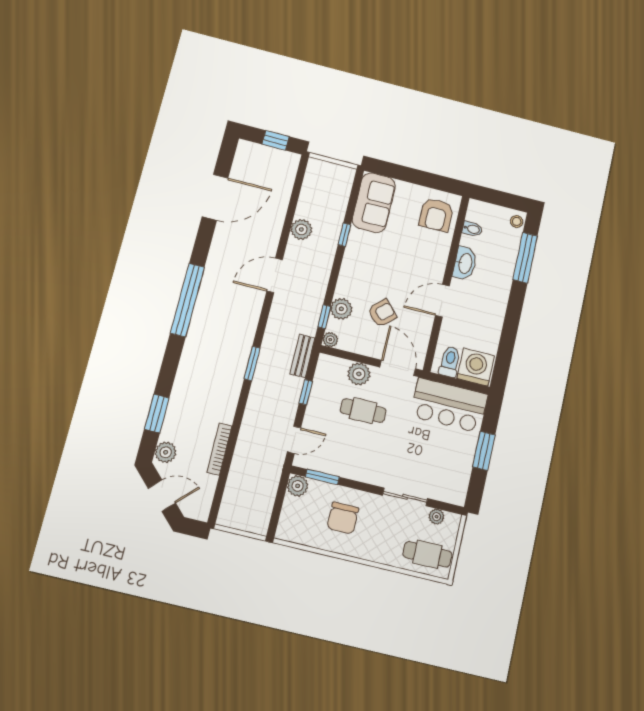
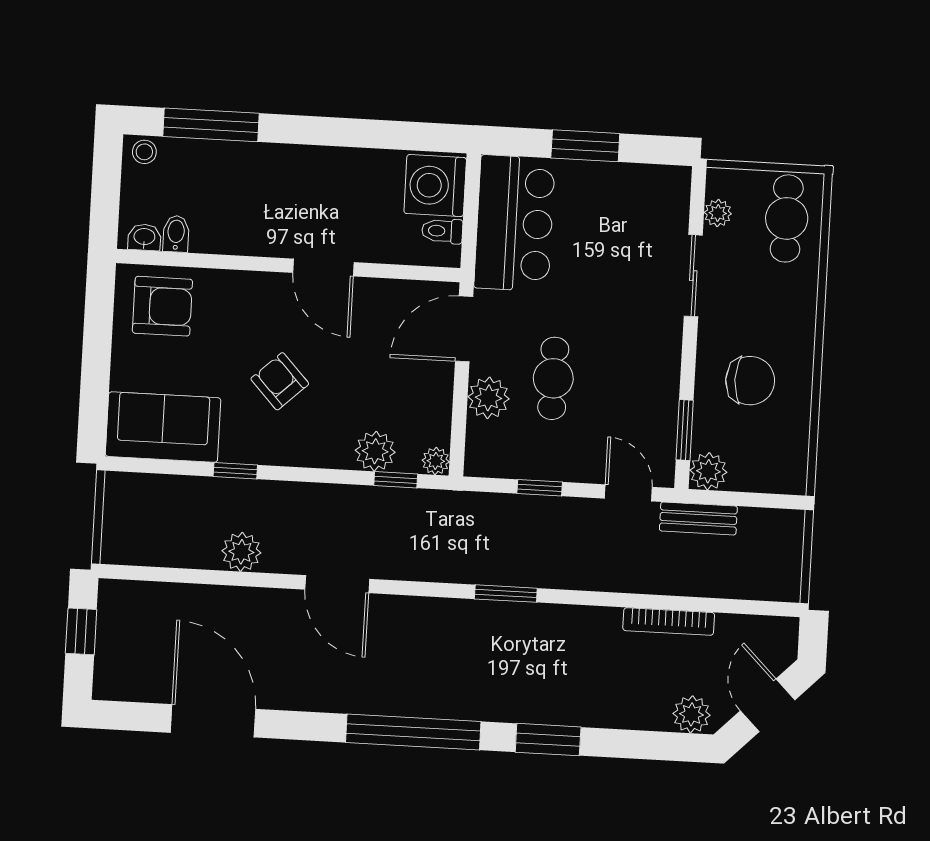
washbasin: (465, 263) -> (144, 237), moved, width x0.52, depth x0.69
armchair: (382, 313) -> (280, 381), moved
bench: (302, 356) -> (698, 518), moved
toilet: (450, 362) -> (442, 231), width x0.73, depth x0.72
window: (157, 414) -> (548, 740), moved

